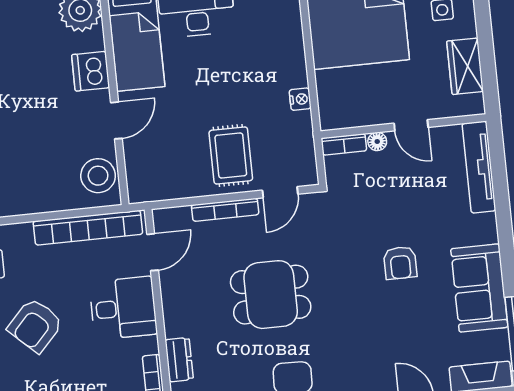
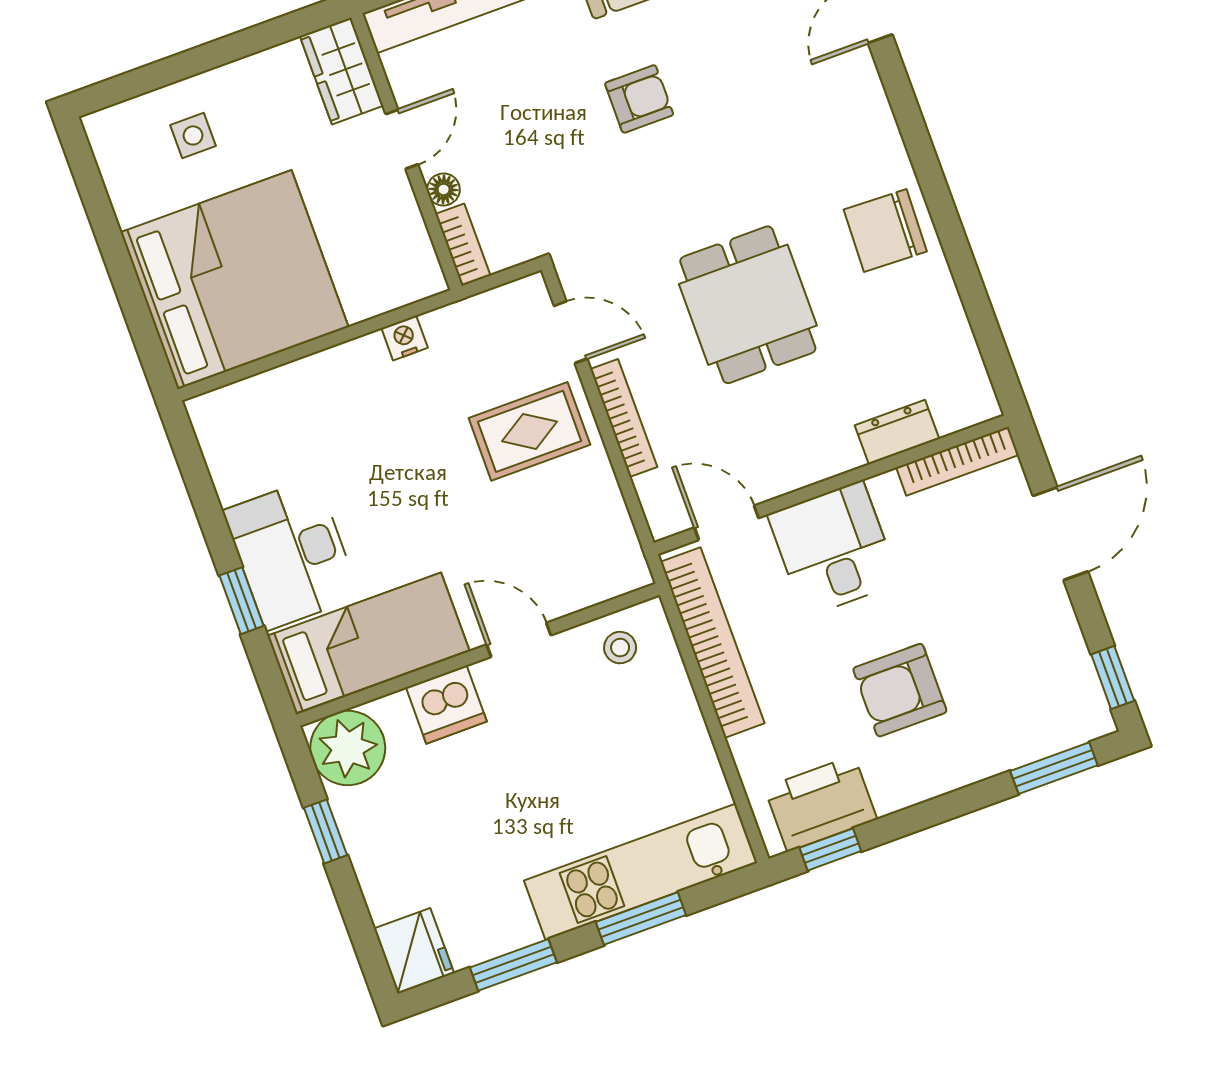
wardrobe: (465, 66) -> (342, 71), moved, turned 90
stool: (98, 176) -> (620, 648), width x0.53, depth x0.53
armchair: (35, 325) -> (900, 690), turned 137

